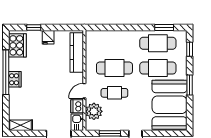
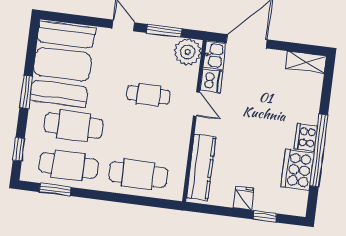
cooker: (17, 45) -> (298, 170), moved
cafe table: (114, 68) -> (138, 174), moved
door: (84, 91) -> (196, 104), hinge flipped
plant: (94, 111) -> (188, 52), moved

